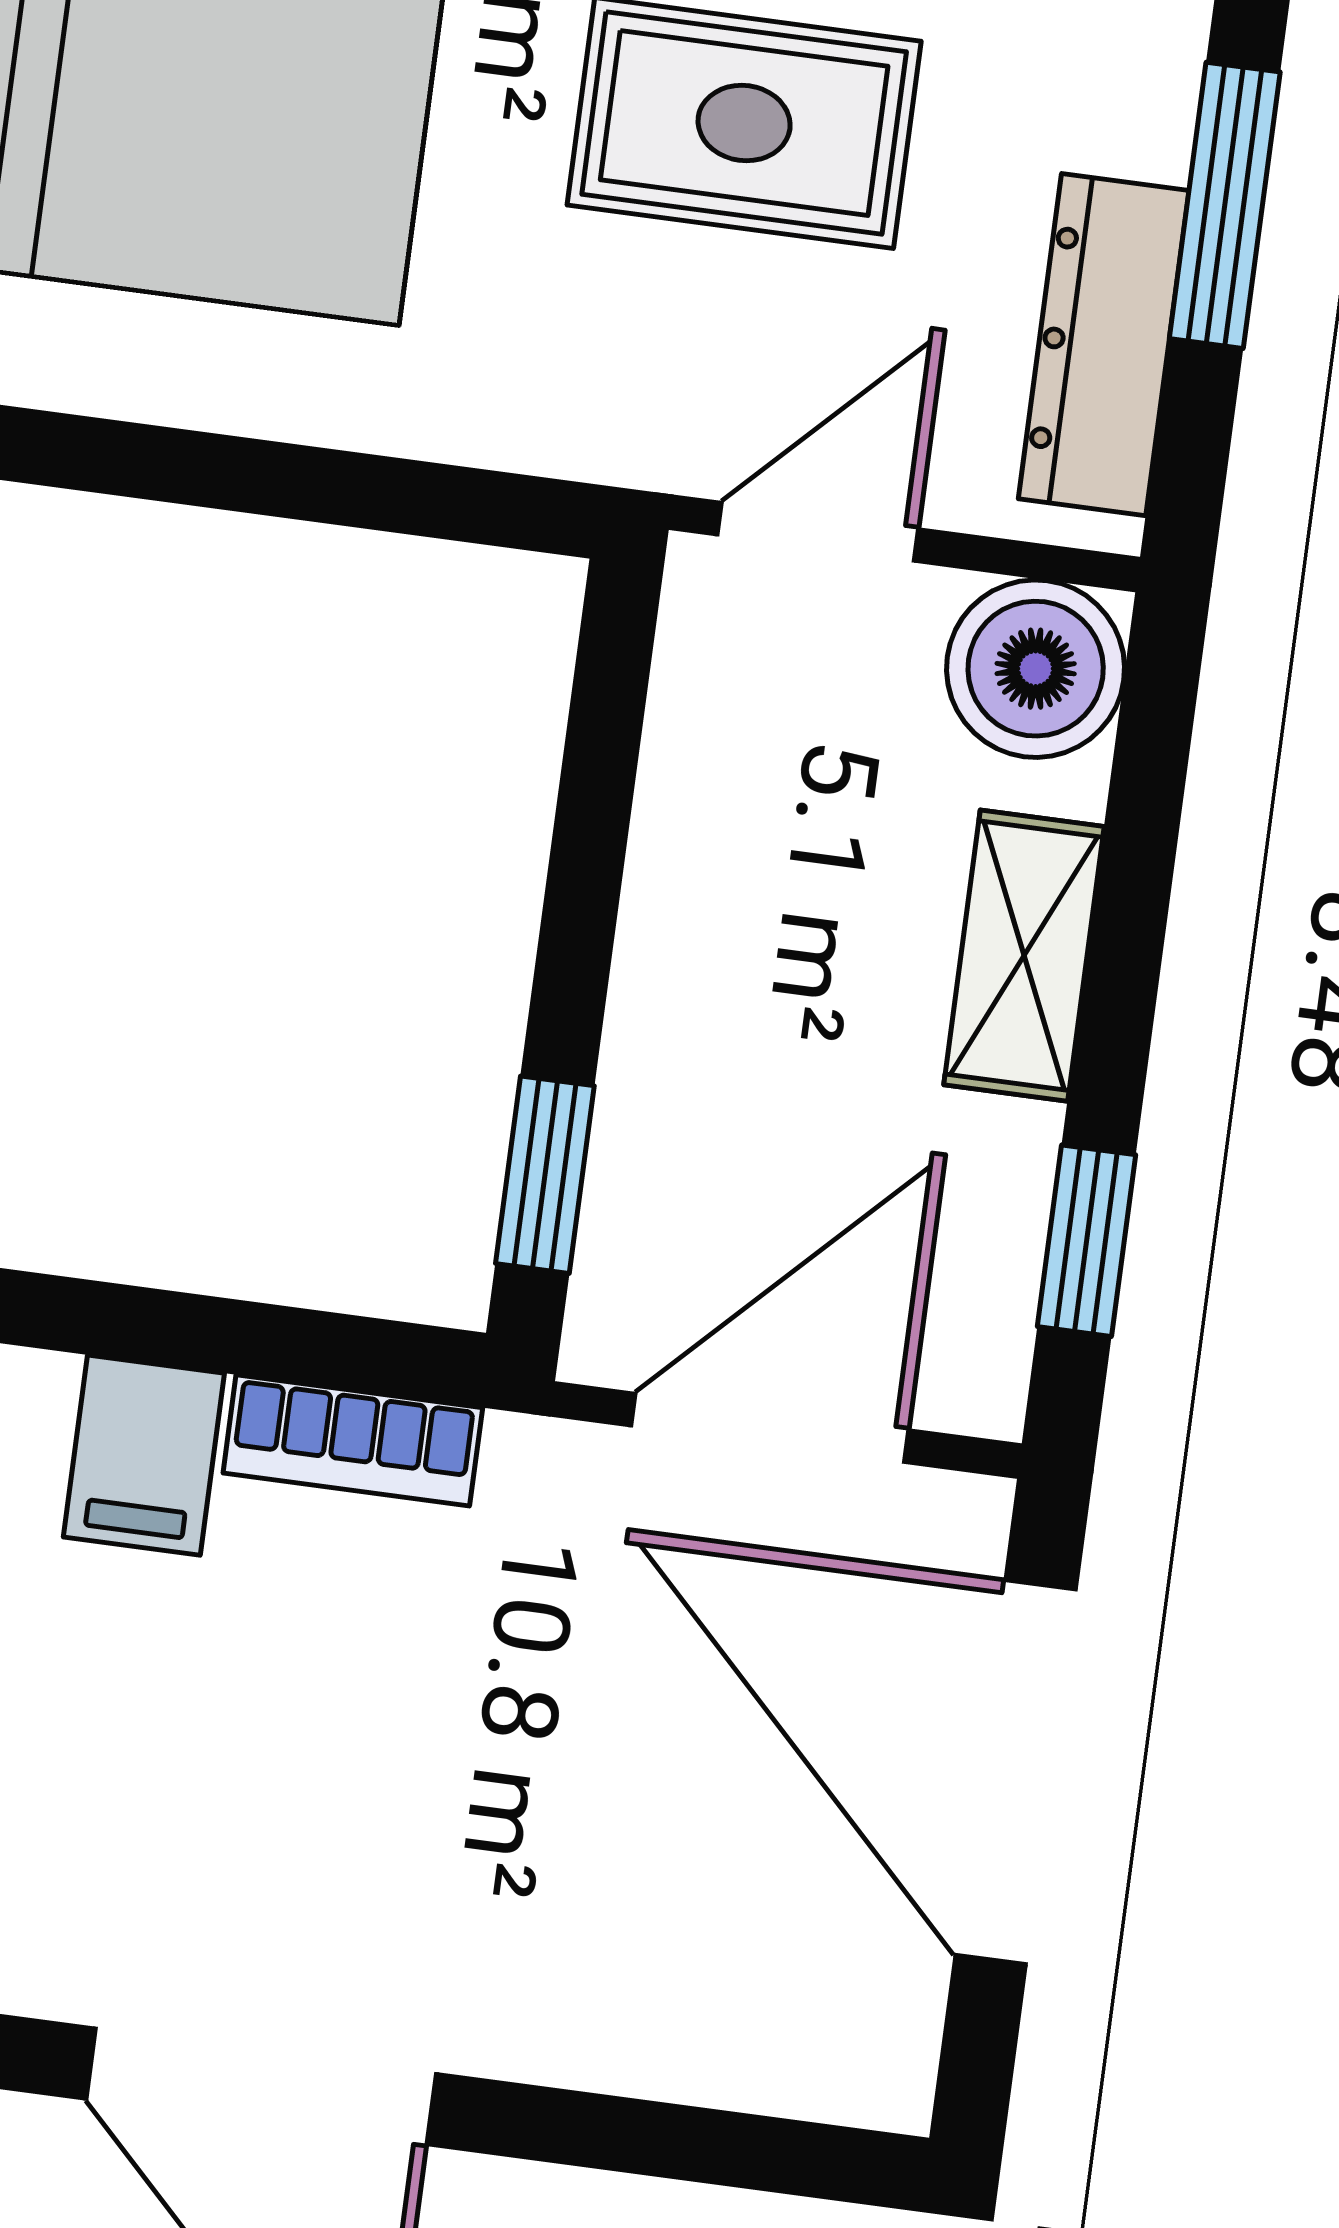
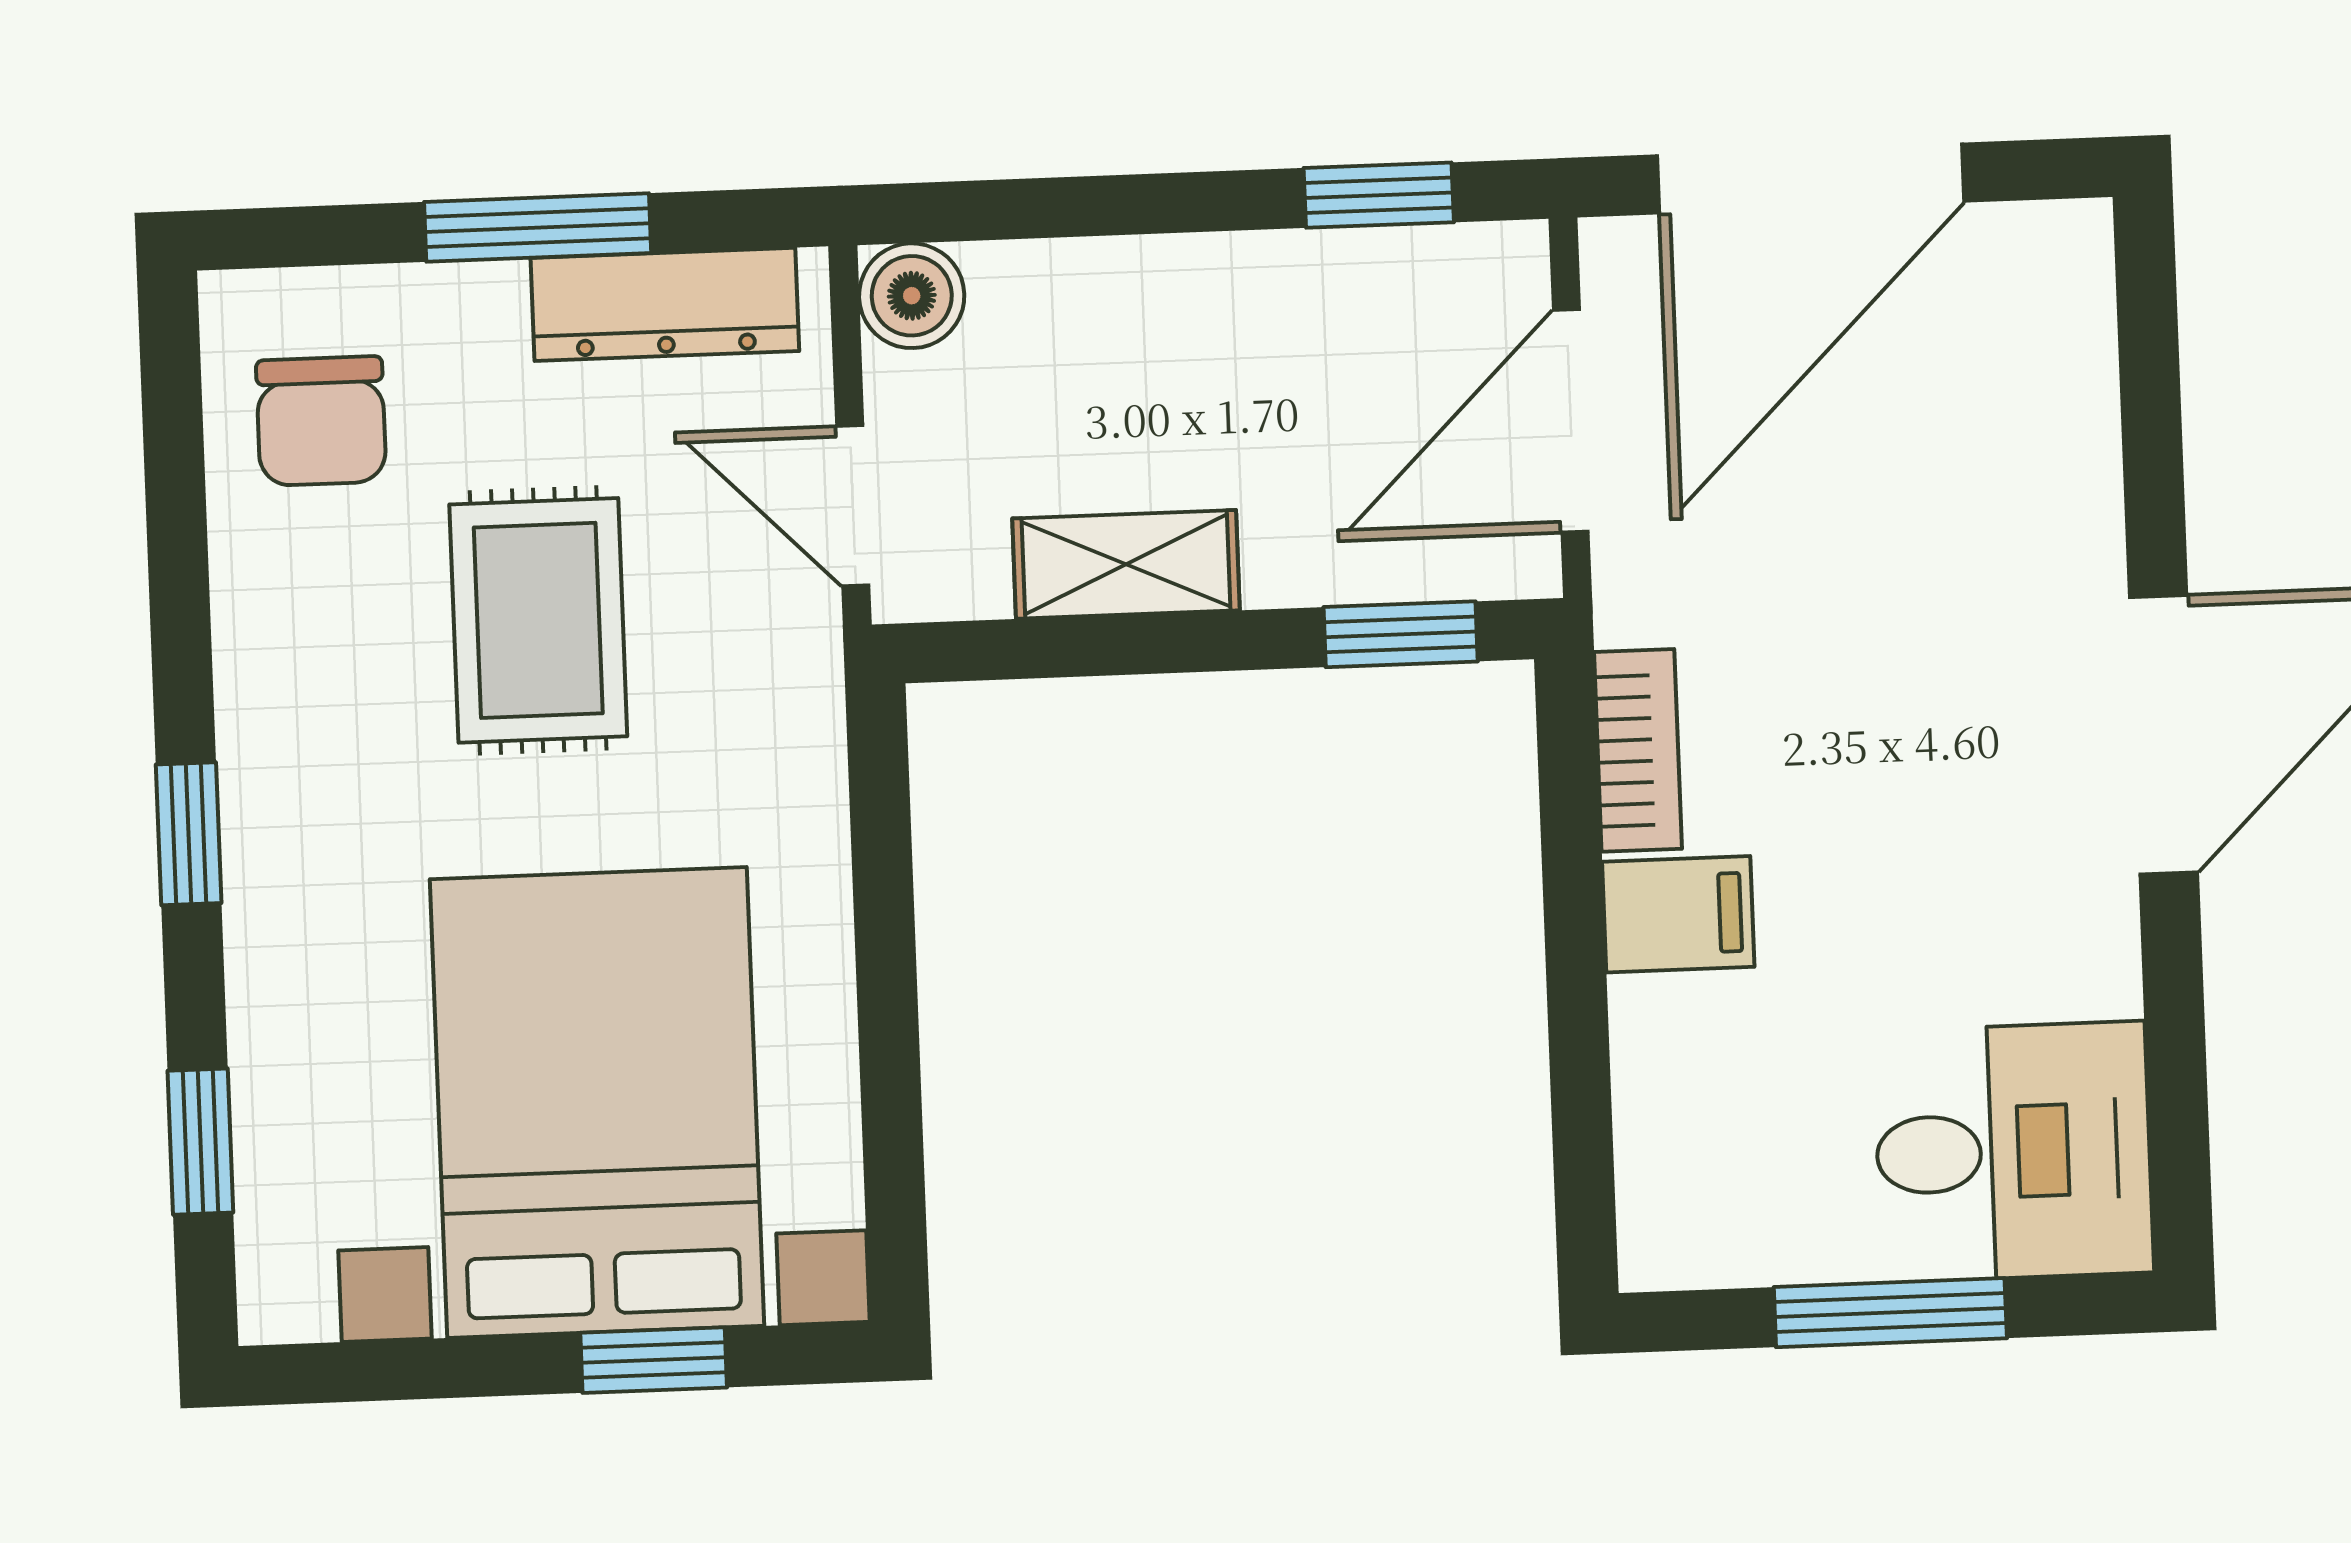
boiler: (1036, 669) -> (912, 296), width x0.73, depth x0.73
shelving: (1024, 956) -> (1126, 564), moved
door: (770, 1428) -> (1571, 421), hinge flipped

